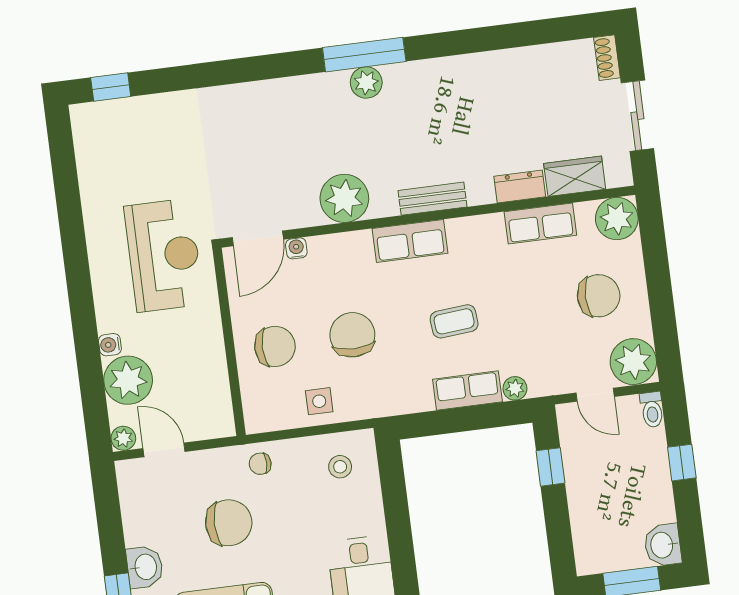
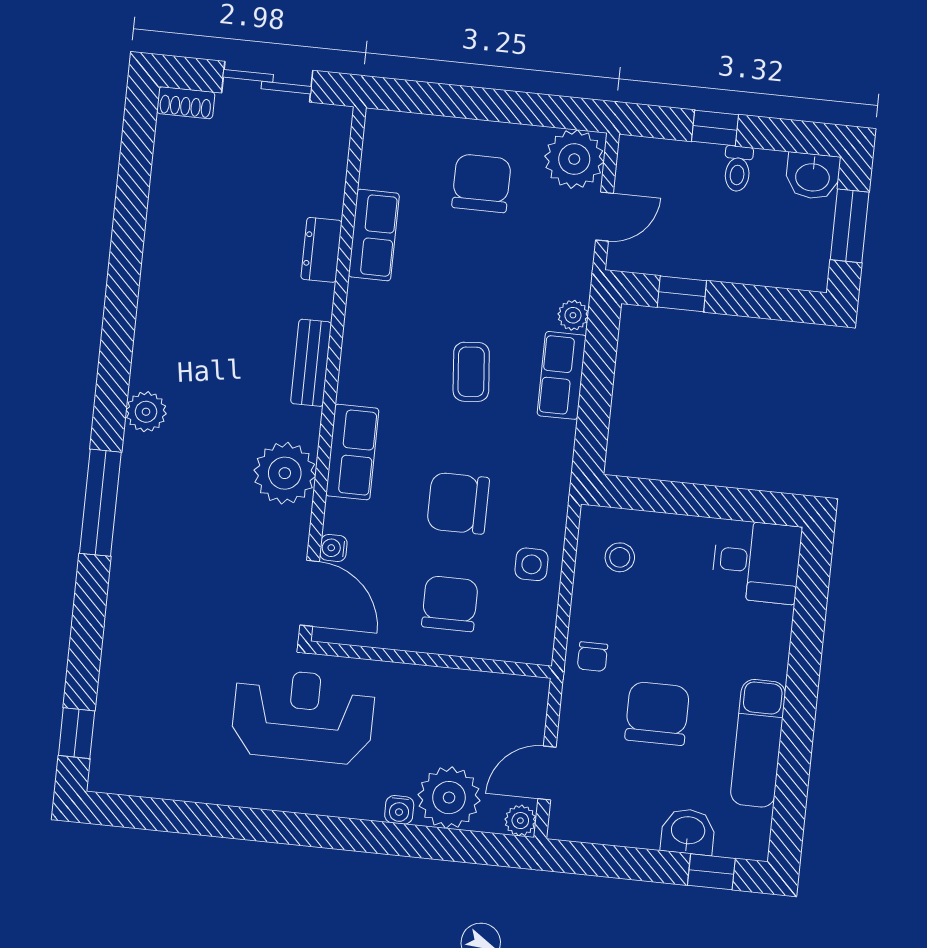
window: (364, 55) -> (100, 503), moved
wardrobe: (575, 176) -> (325, 178), removed
plant: (617, 219) -> (390, 138), removed
row of seats: (410, 241) -> (352, 452), moved
toilet: (652, 410) -> (738, 169), moved, turned 90

